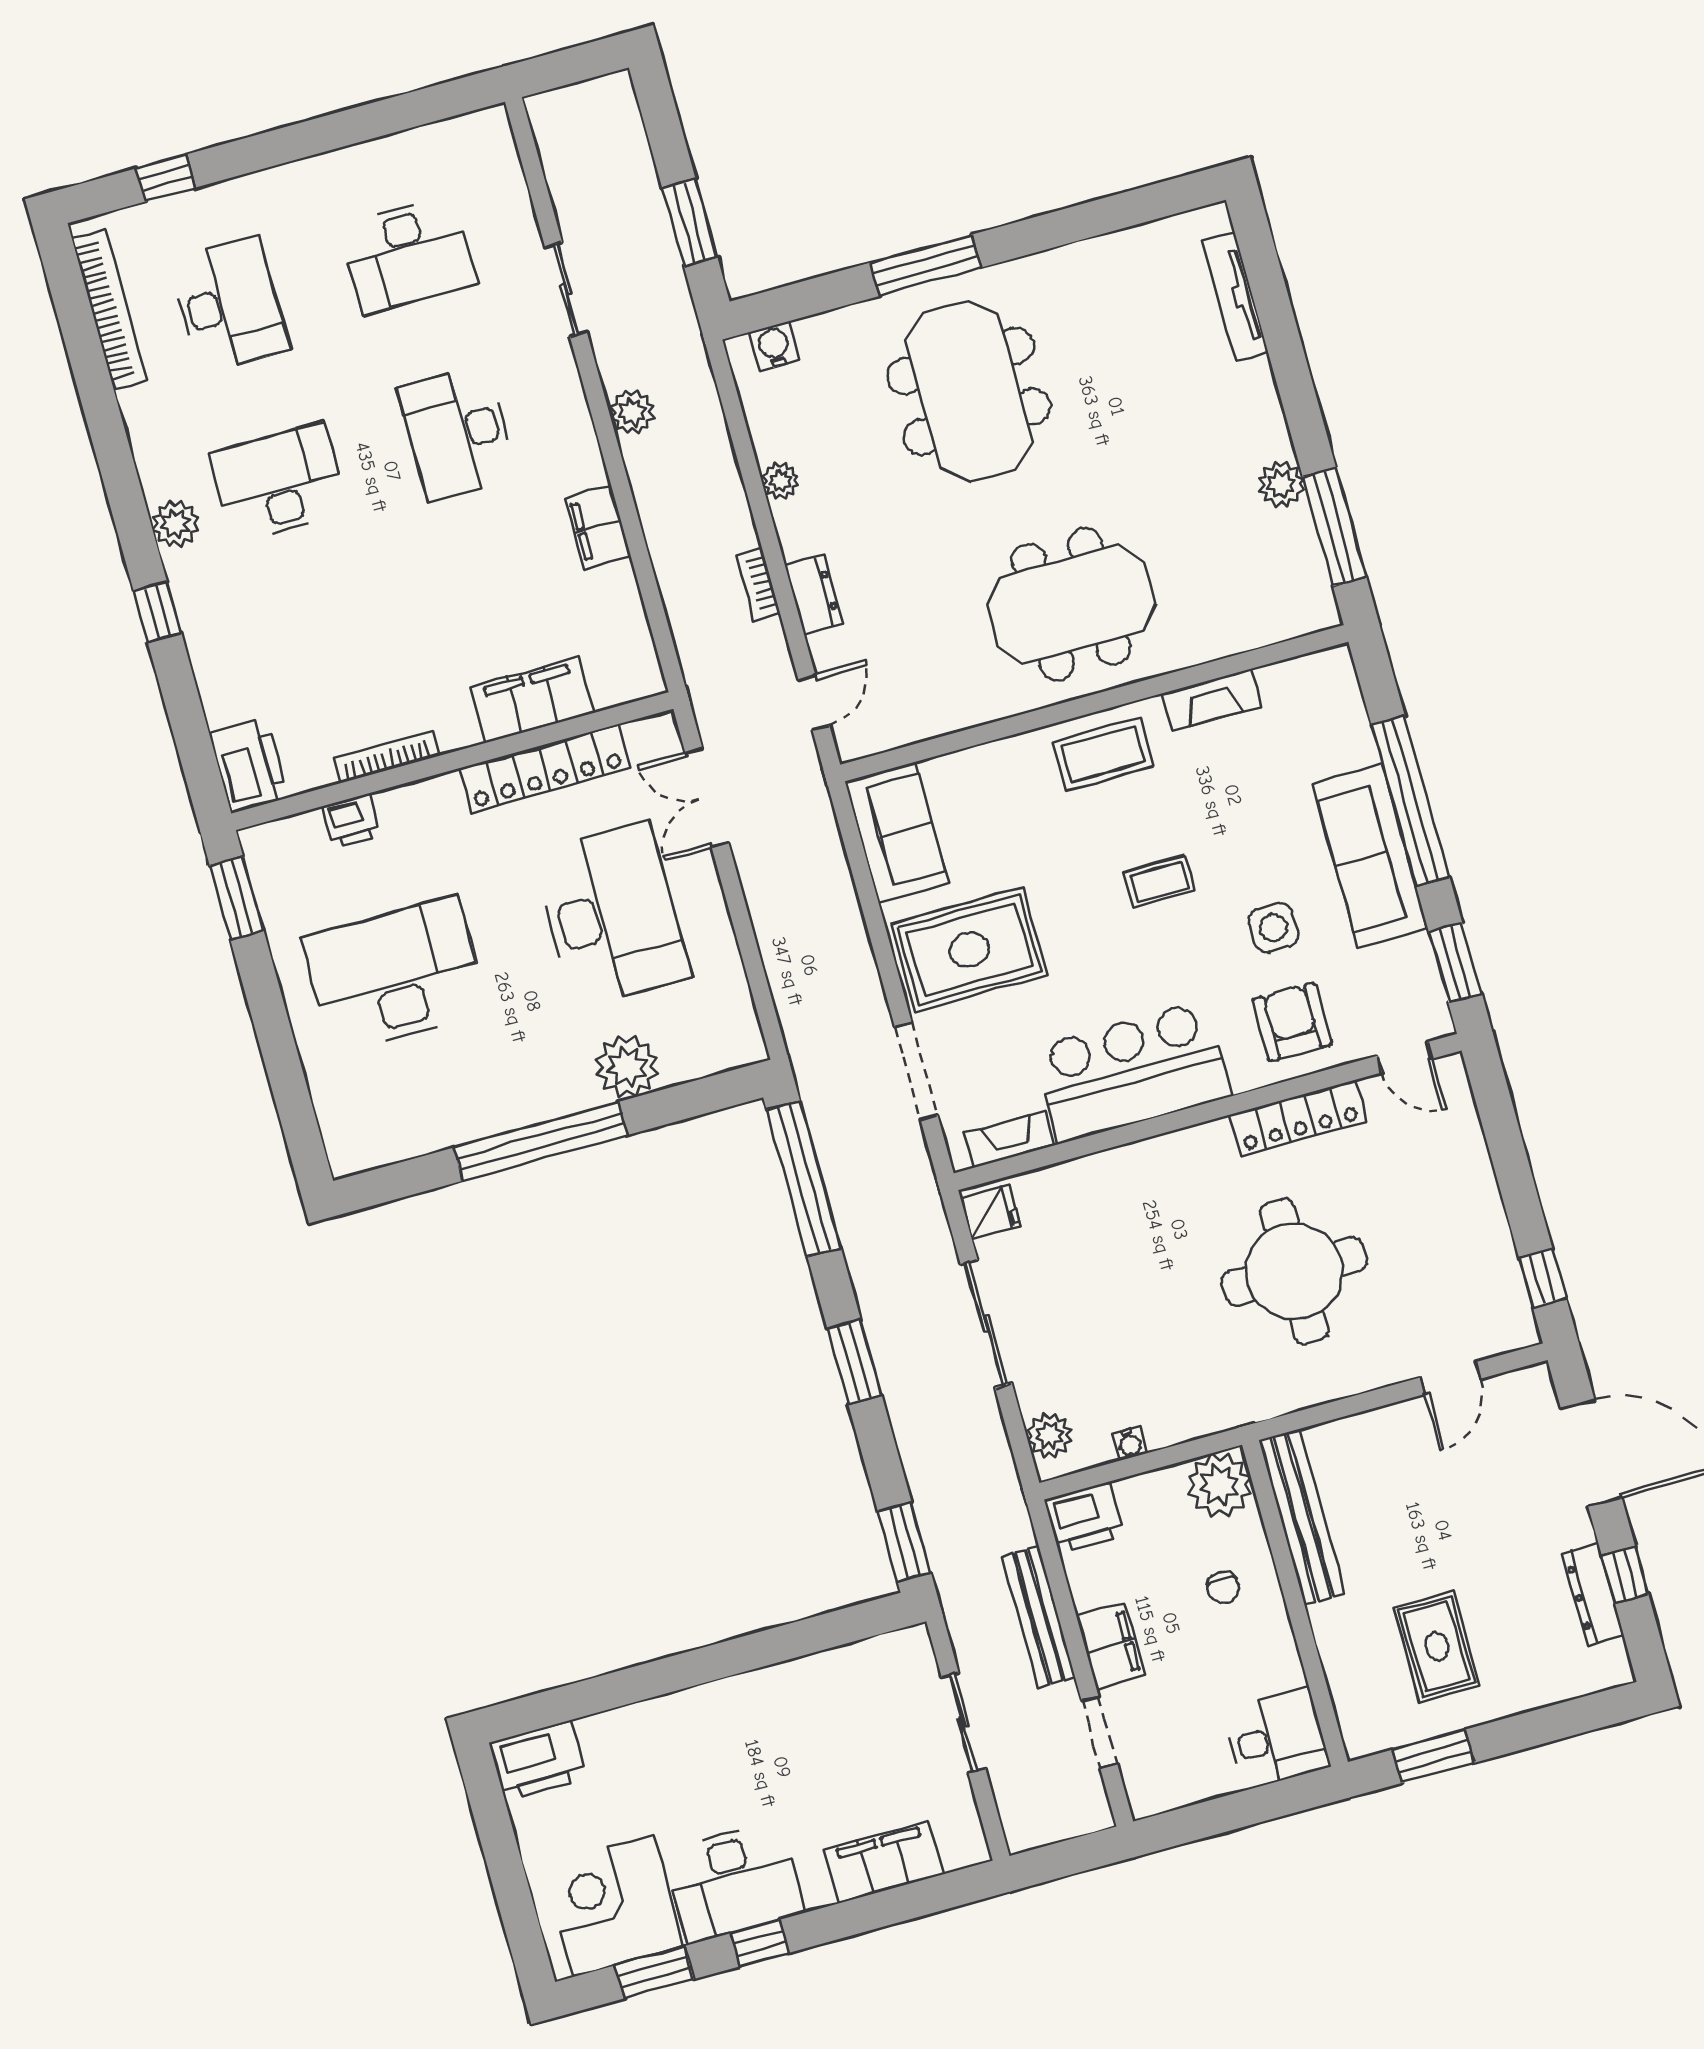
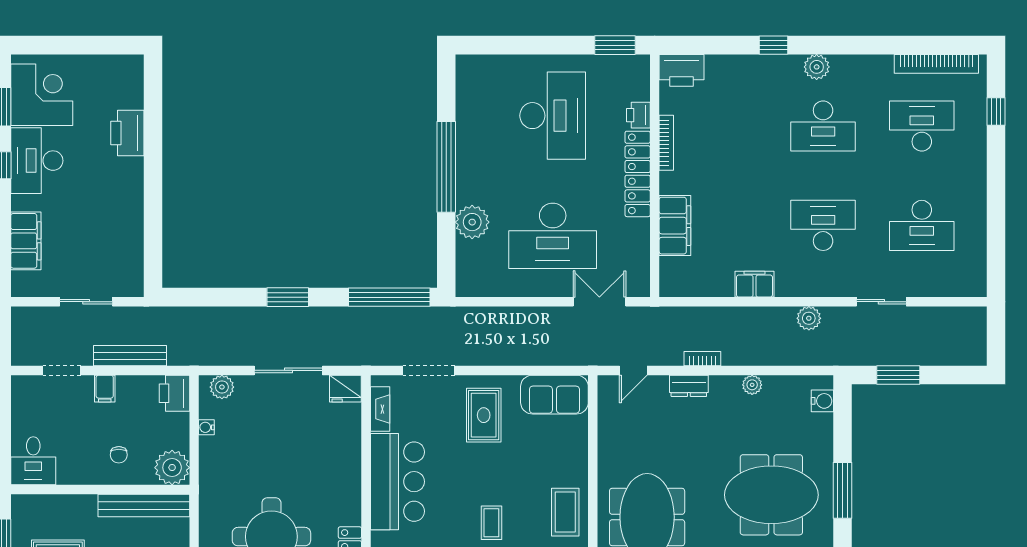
desk: (408, 255) -> (922, 225), turned -90
desk: (229, 305) -> (922, 126), turned 180
desk: (278, 482) -> (823, 126), turned 90
door: (814, 702) -> (633, 370), hinge flipped
locker: (545, 769) -> (638, 174), moved
rug: (969, 950) -> (484, 415), width x0.73, depth x0.70
fridge: (991, 1212) -> (345, 389), width x1.38
window: (904, 1542) -> (188, 297), removed
chair: (1223, 1587) -> (119, 455), turned -90
filing cabinet: (1111, 1646) -> (105, 389), width x0.50
printer: (538, 1761) -> (127, 133), moved

